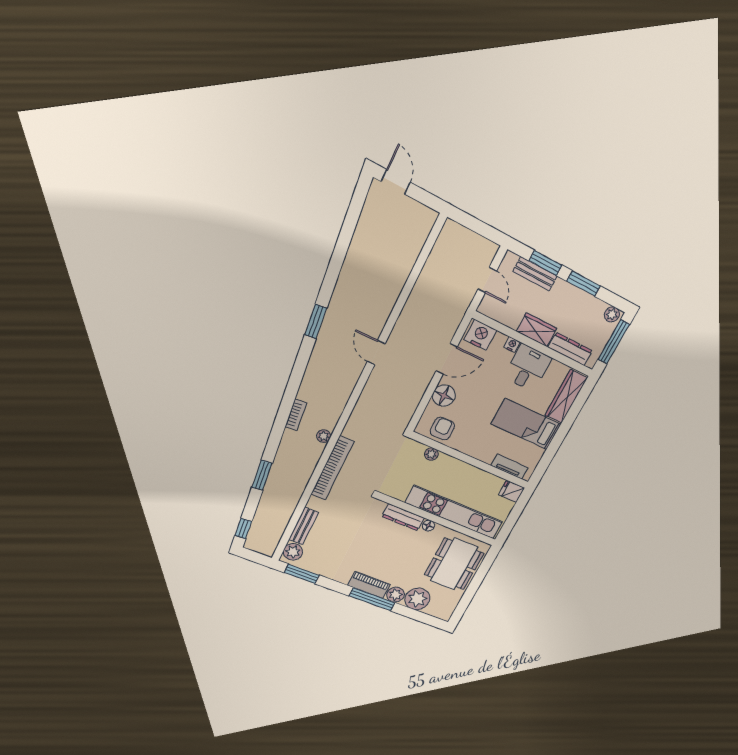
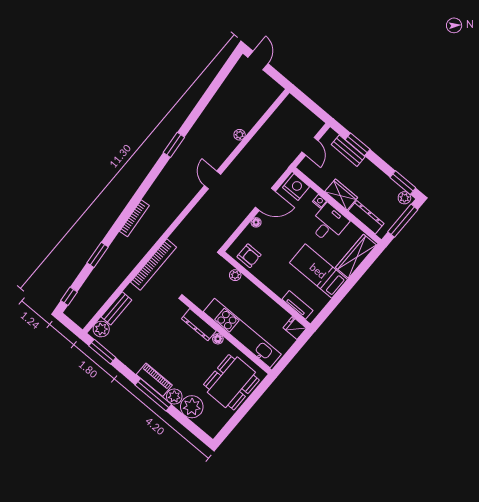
window: (584, 284) -> (403, 183), moved
floor lamp: (444, 396) -> (256, 222), width x0.53, depth x0.53
bookcase: (296, 415) -> (134, 218), width x1.56
armchair: (442, 429) -> (249, 256), turned 90
plant: (324, 436) -> (240, 135), moved

